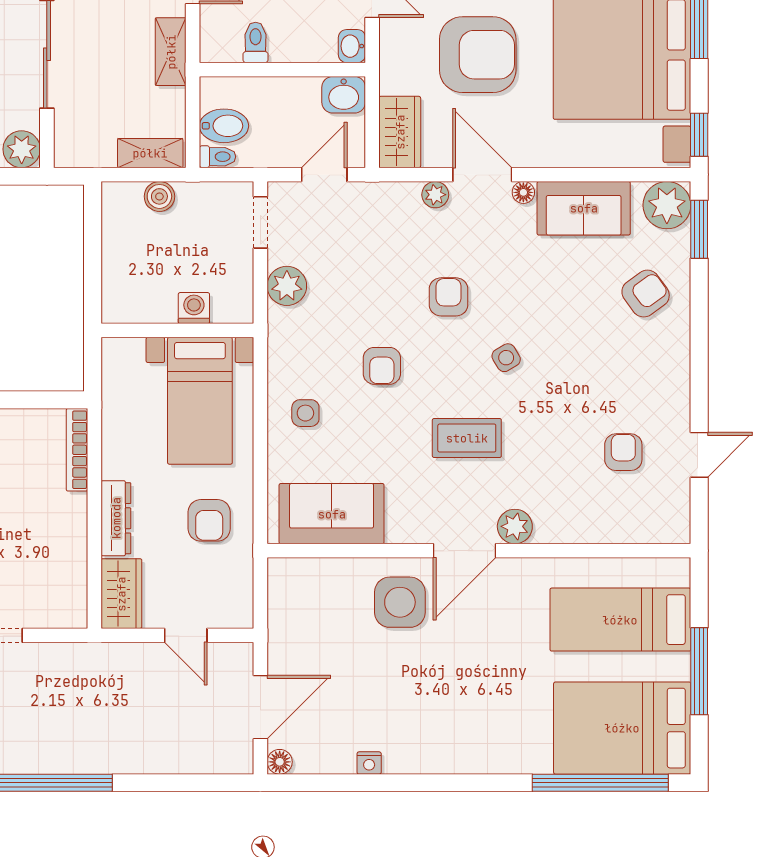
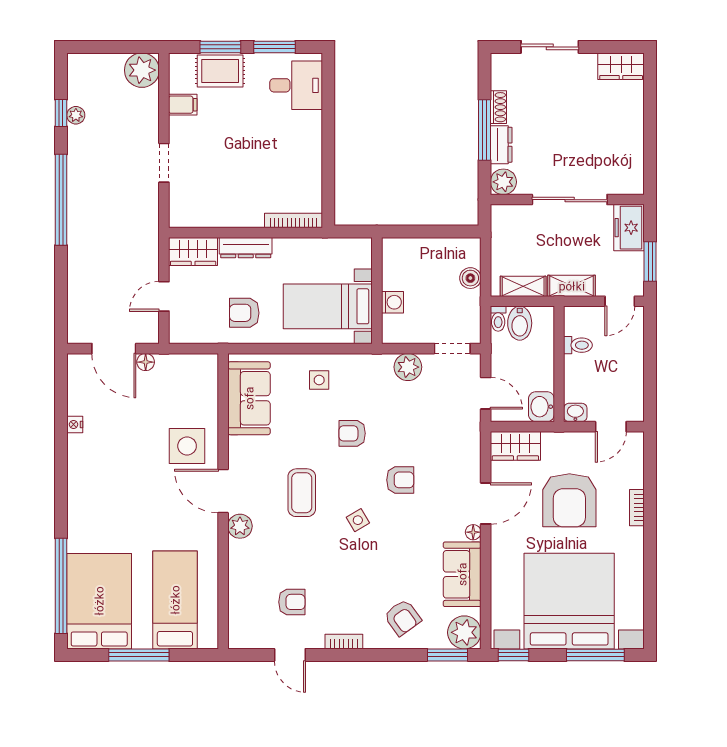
shelving: (150, 153) -> (523, 286), moved, turned 90
plant: (435, 195) -> (472, 471), removed
bookcase: (680, 378) -> (344, 642), added
floor lamp: (280, 762) -> (146, 362), moved

